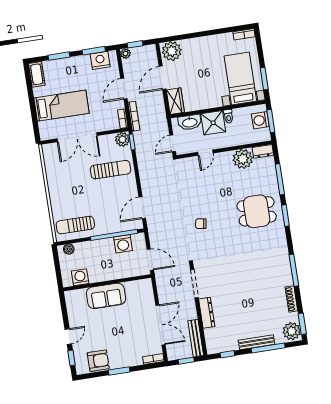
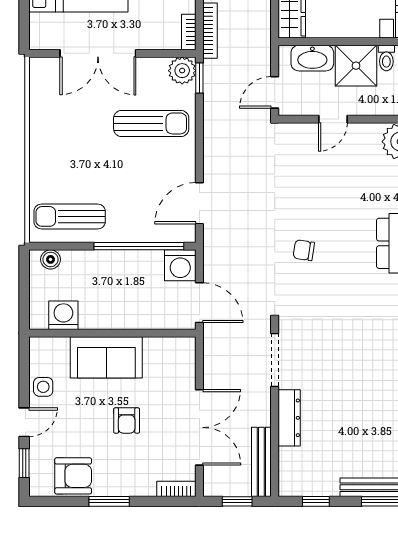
washing machine: (123, 244) -> (180, 265), moved
side table: (75, 316) -> (43, 387), added
armchair: (122, 327) -> (127, 421), added

